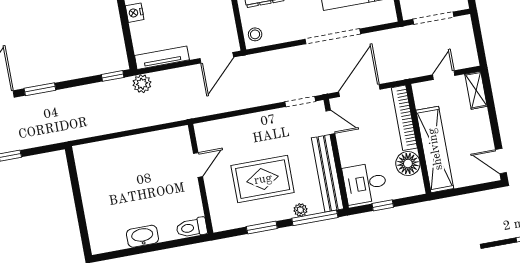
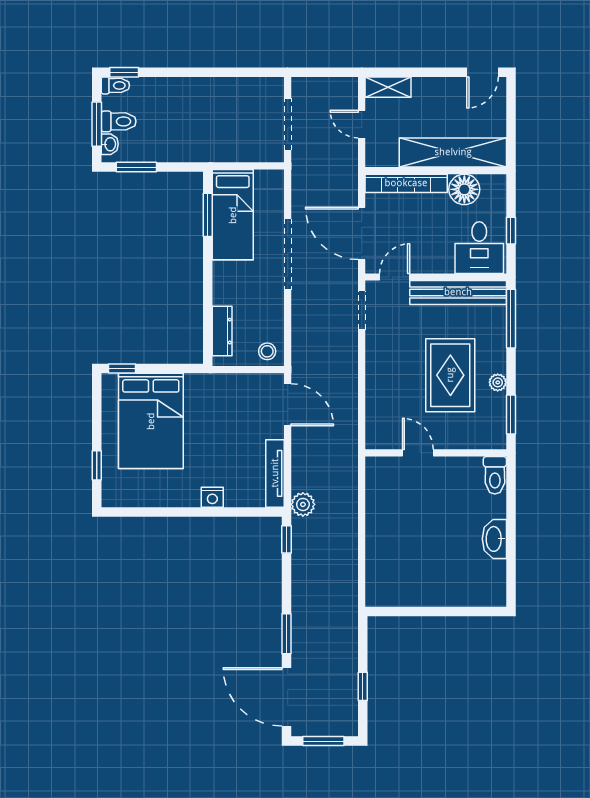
plant: (300, 210) -> (498, 382), moved
window: (262, 228) -> (511, 414), moved

